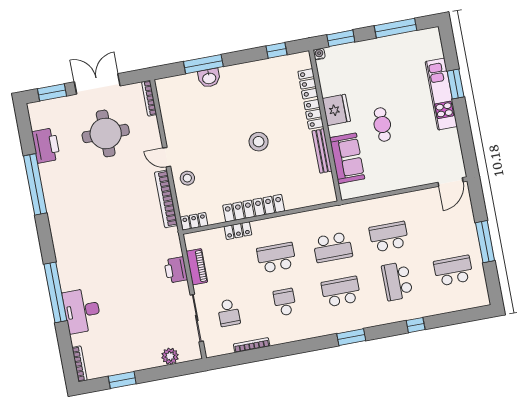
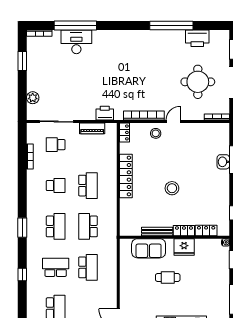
locker: (238, 231) -> (112, 162), removed
printer: (176, 270) -> (105, 113), moved
window: (55, 292) -> (75, 26), moved

